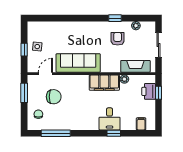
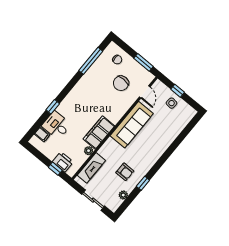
desk: (110, 119) -> (56, 125), moved

